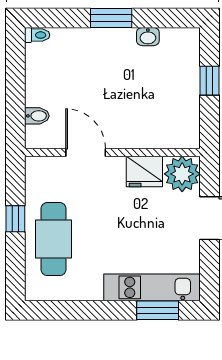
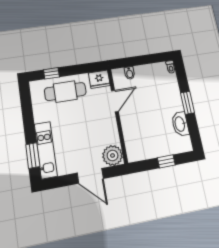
washbasin: (148, 37) -> (180, 124), width x1.91, depth x1.45
fridge: (144, 171) -> (99, 79), moved, turned -90
window: (15, 219) -> (51, 73), moved

